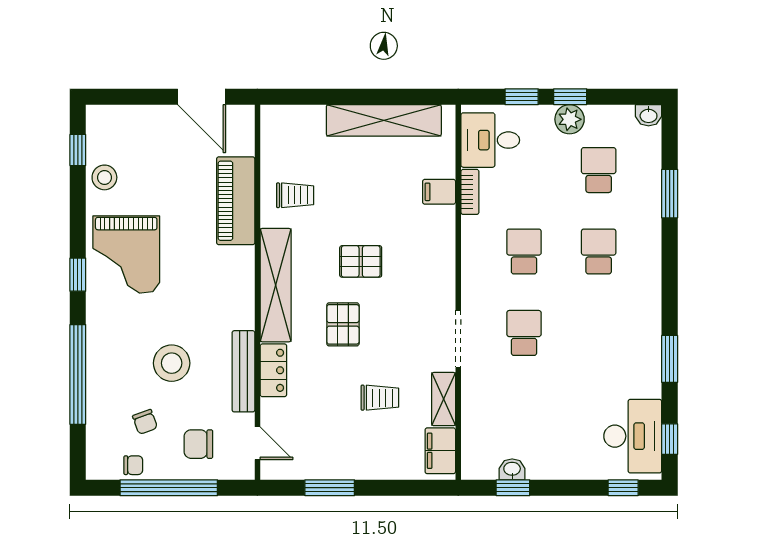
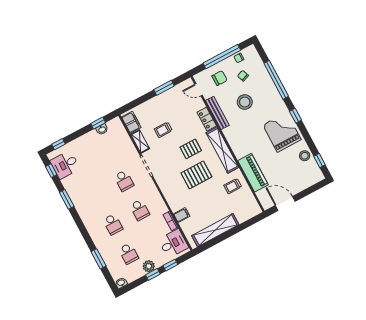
pallet: (361, 261) -> (196, 175), width x1.50, depth x1.42
pallet: (343, 324) -> (191, 149), turned 90
desk: (633, 436) -> (65, 165), width x0.73

